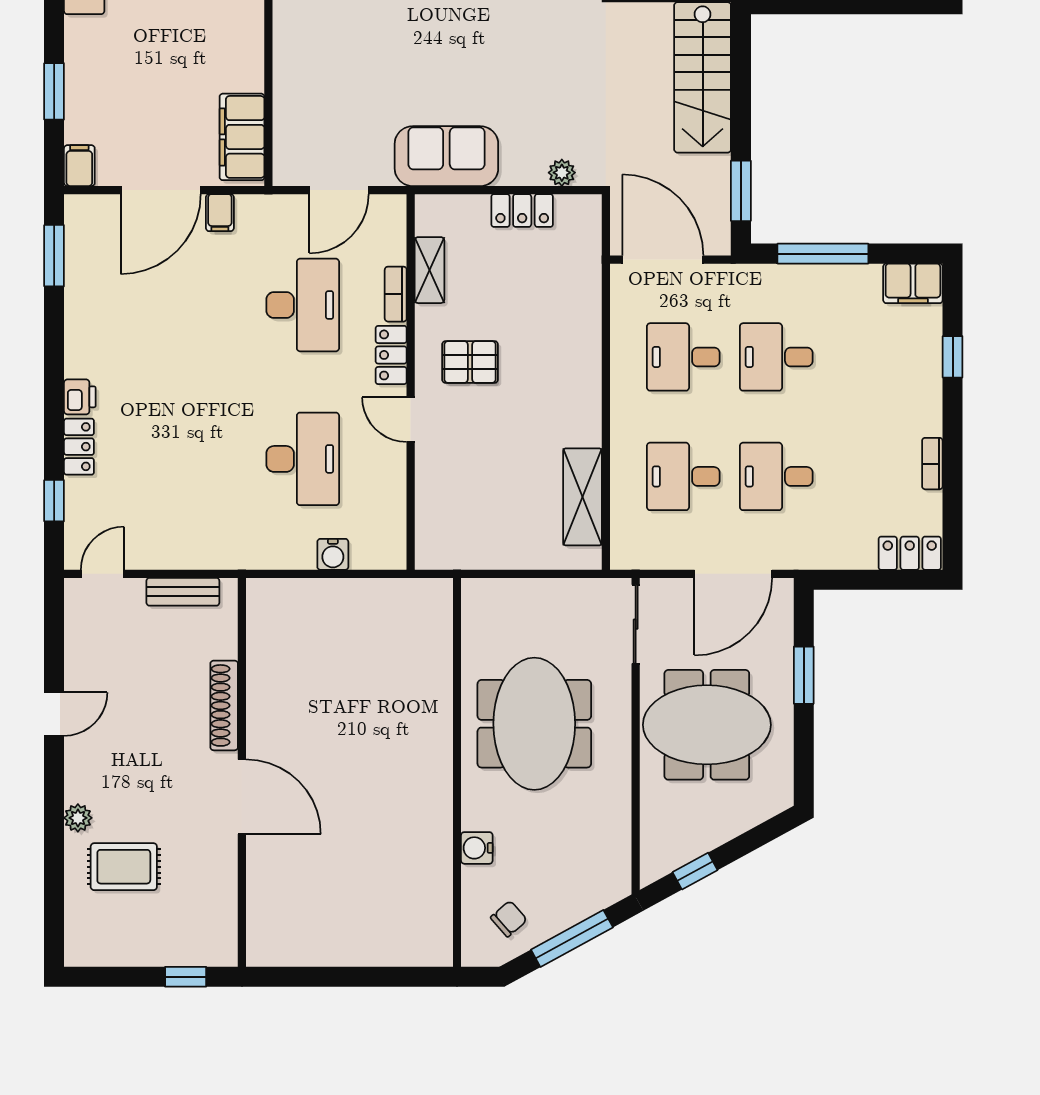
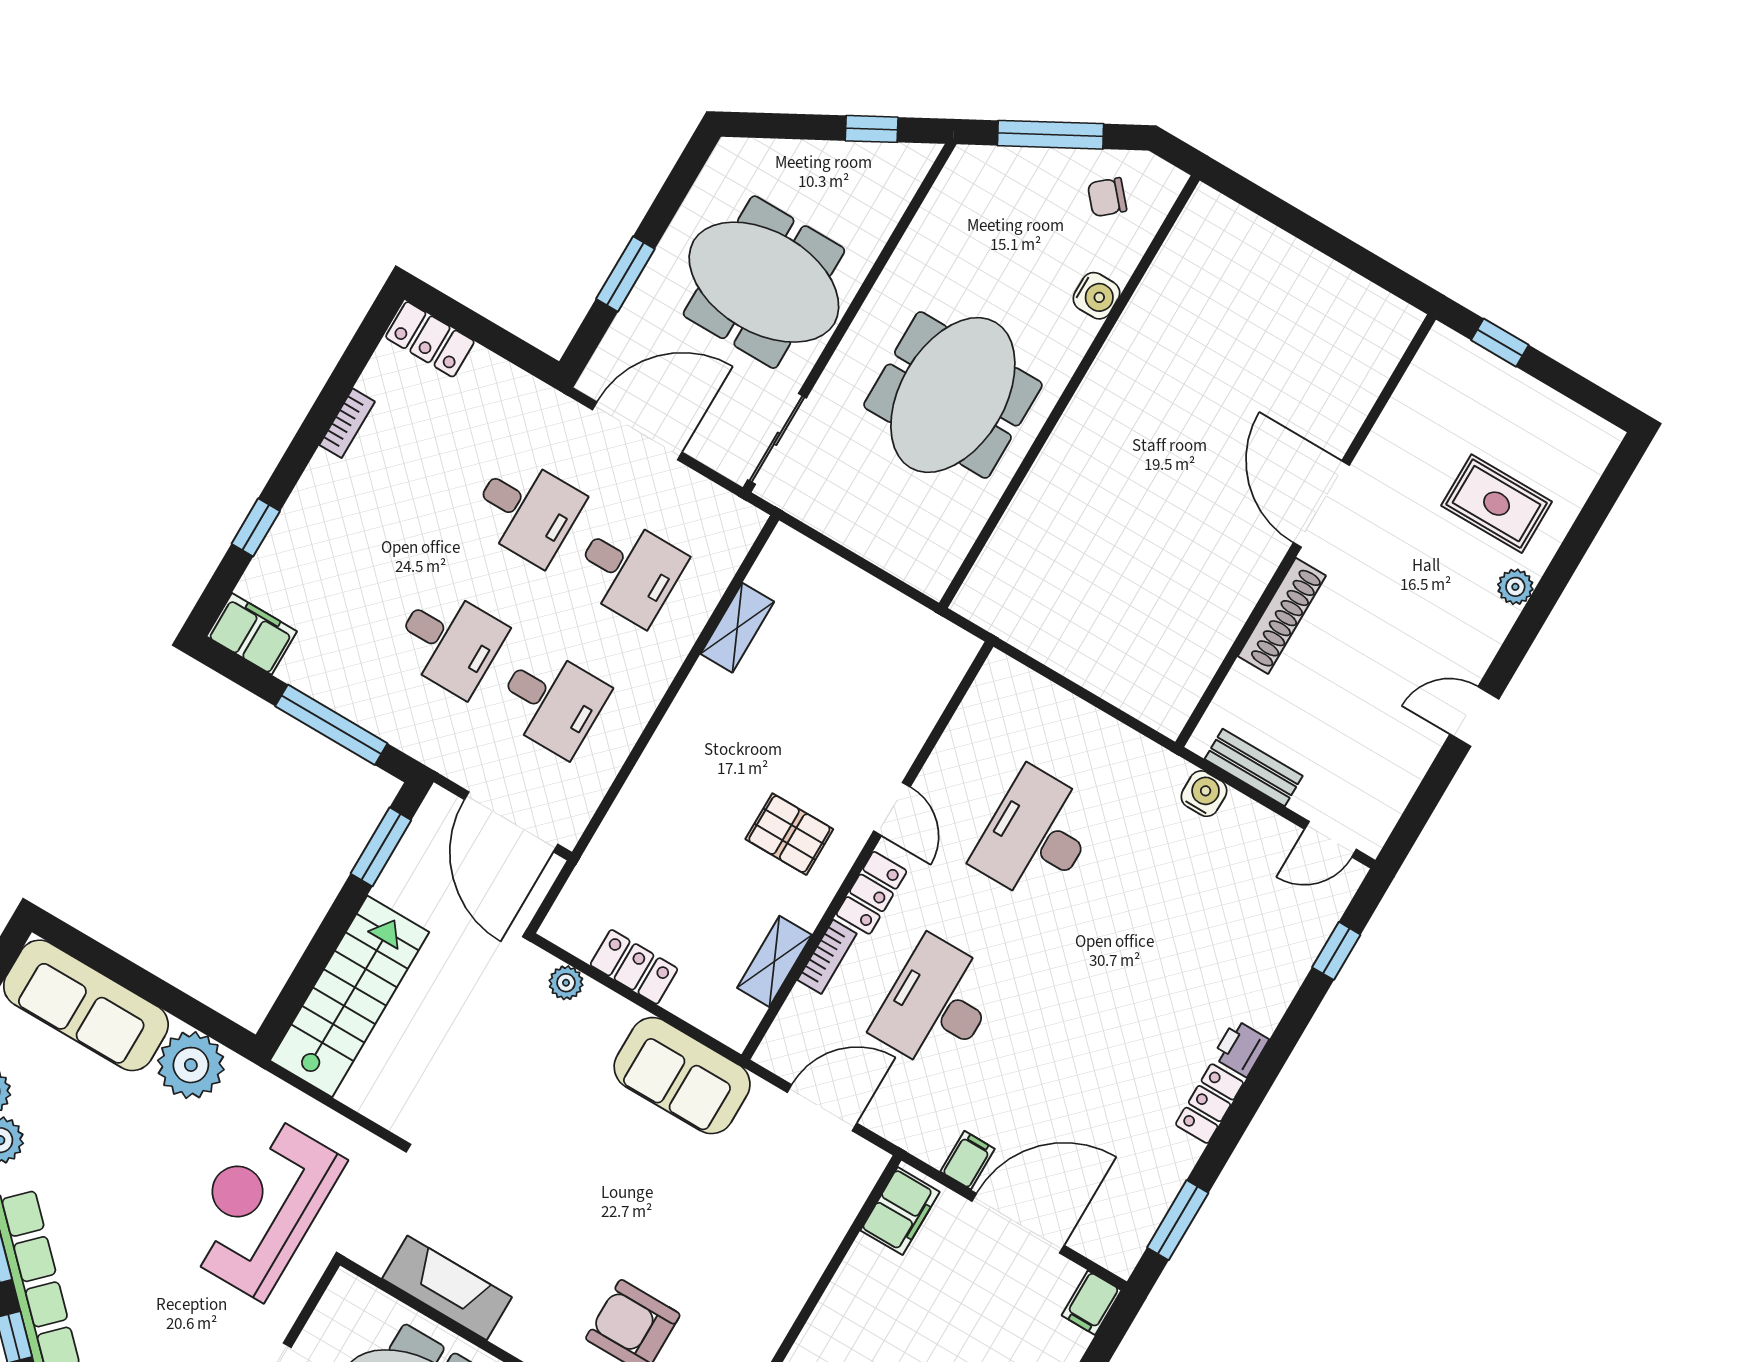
filing cabinet: (242, 137) -> (900, 1211), width x0.67, depth x0.86
locker: (79, 447) -> (1209, 1104), moved
shelving: (582, 497) -> (737, 628), width x0.67, depth x0.75
water cooler: (333, 554) -> (1204, 794), moved

